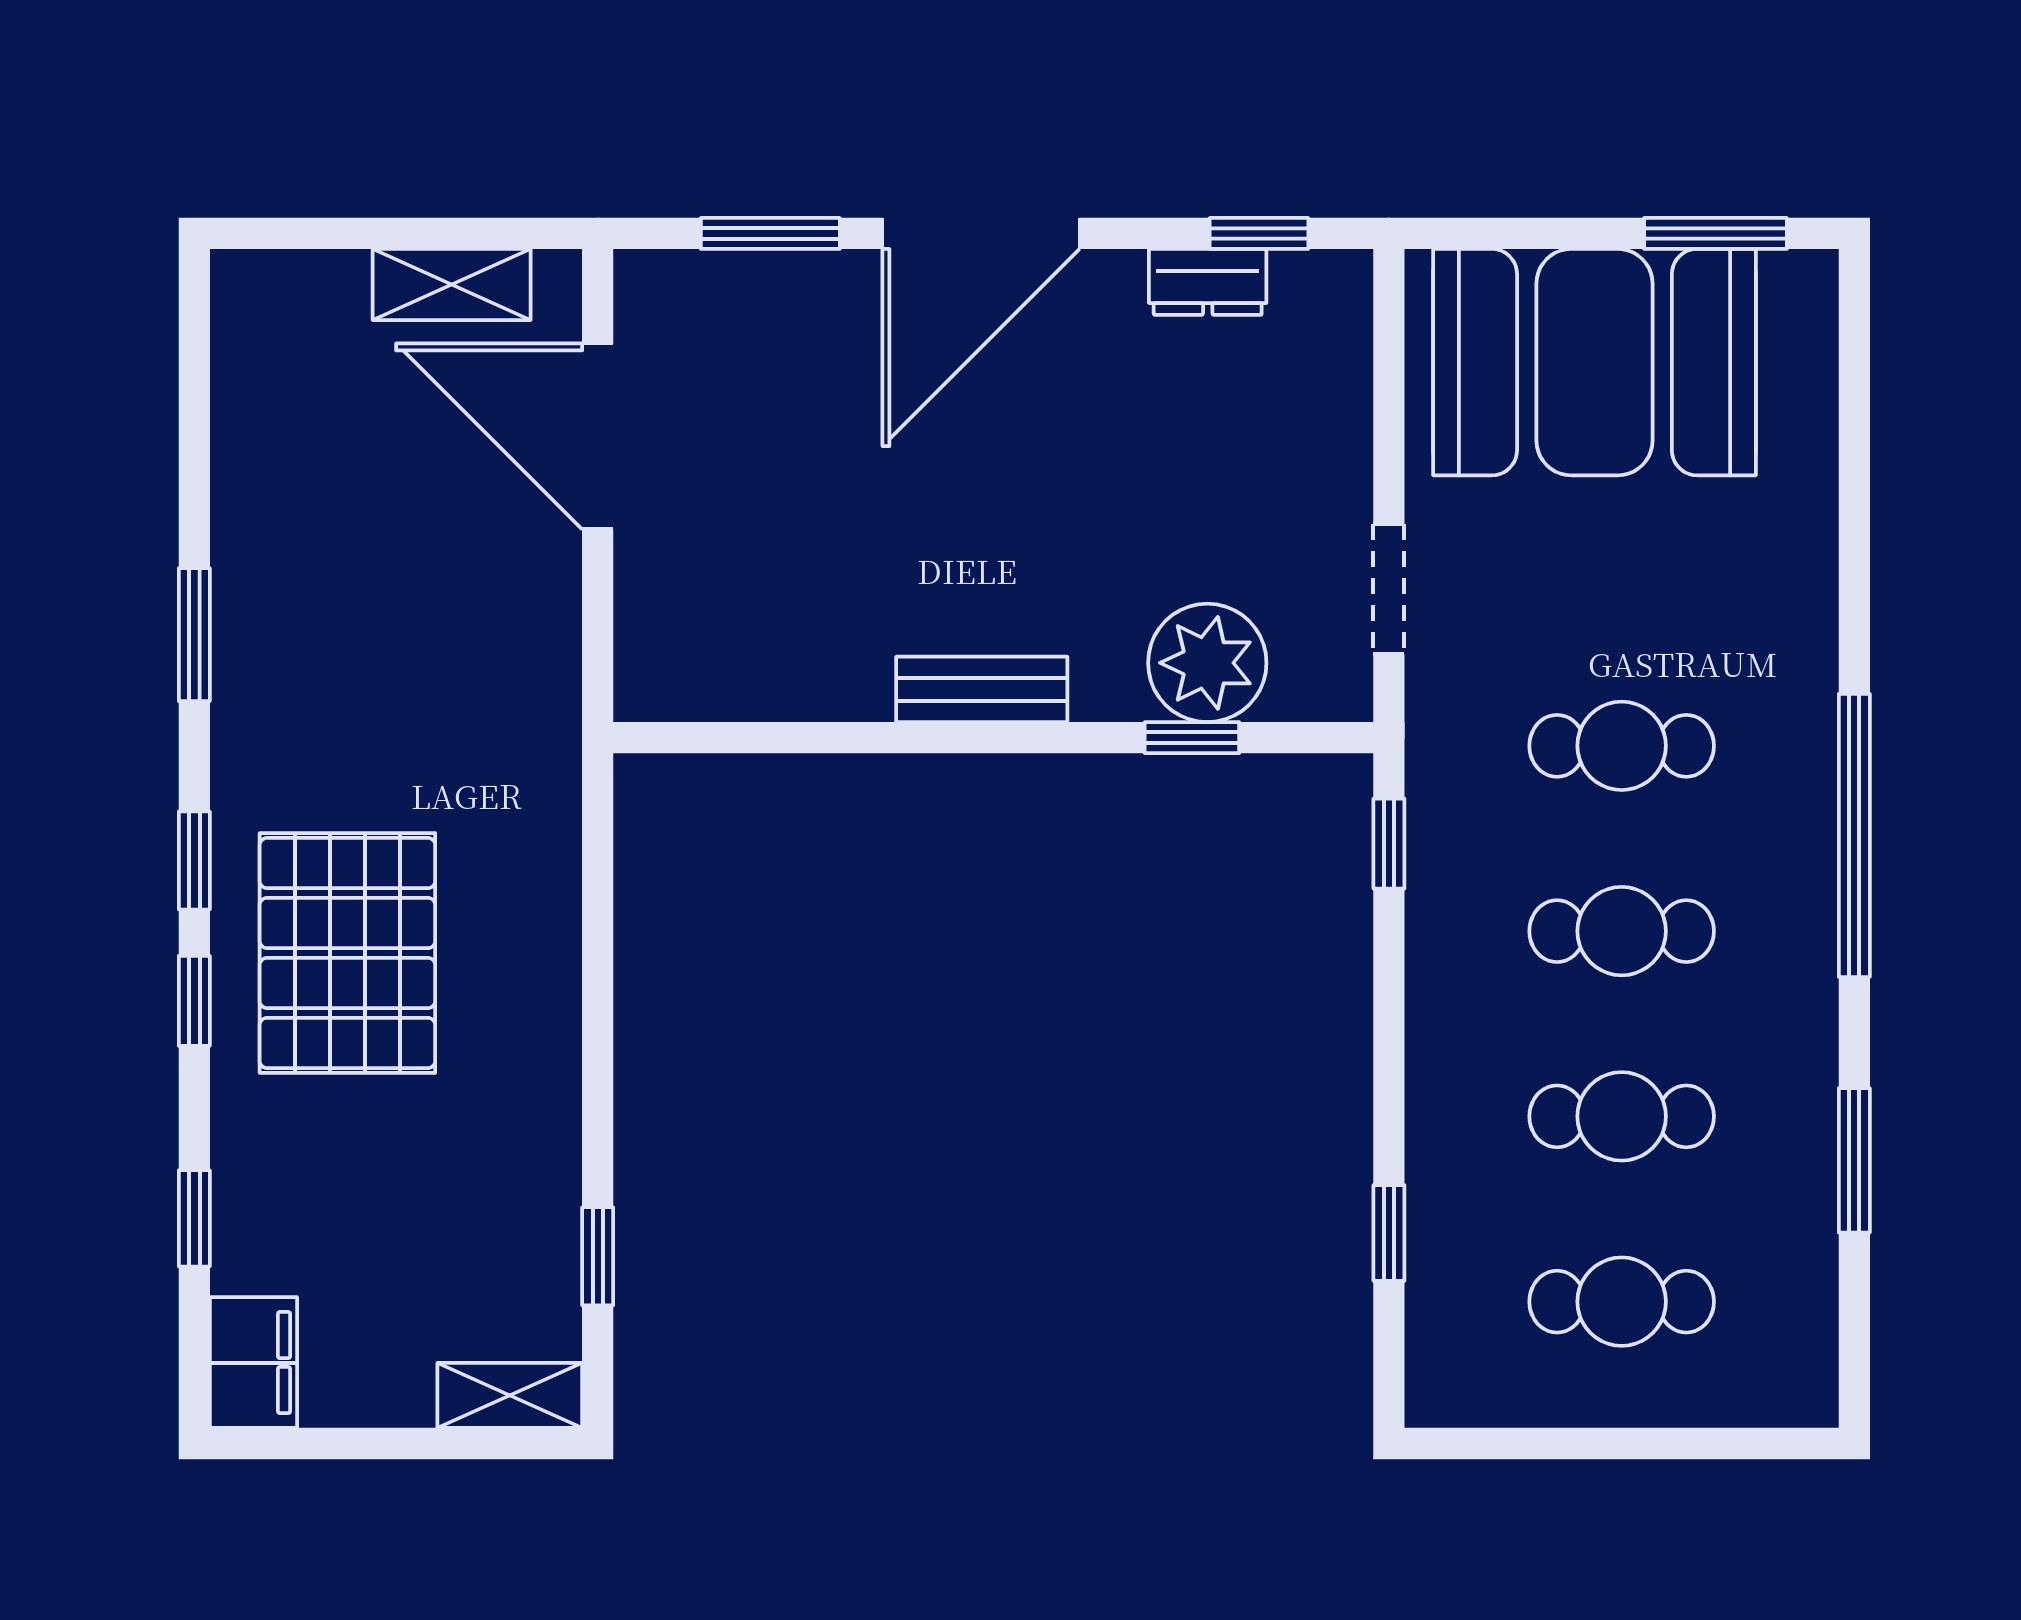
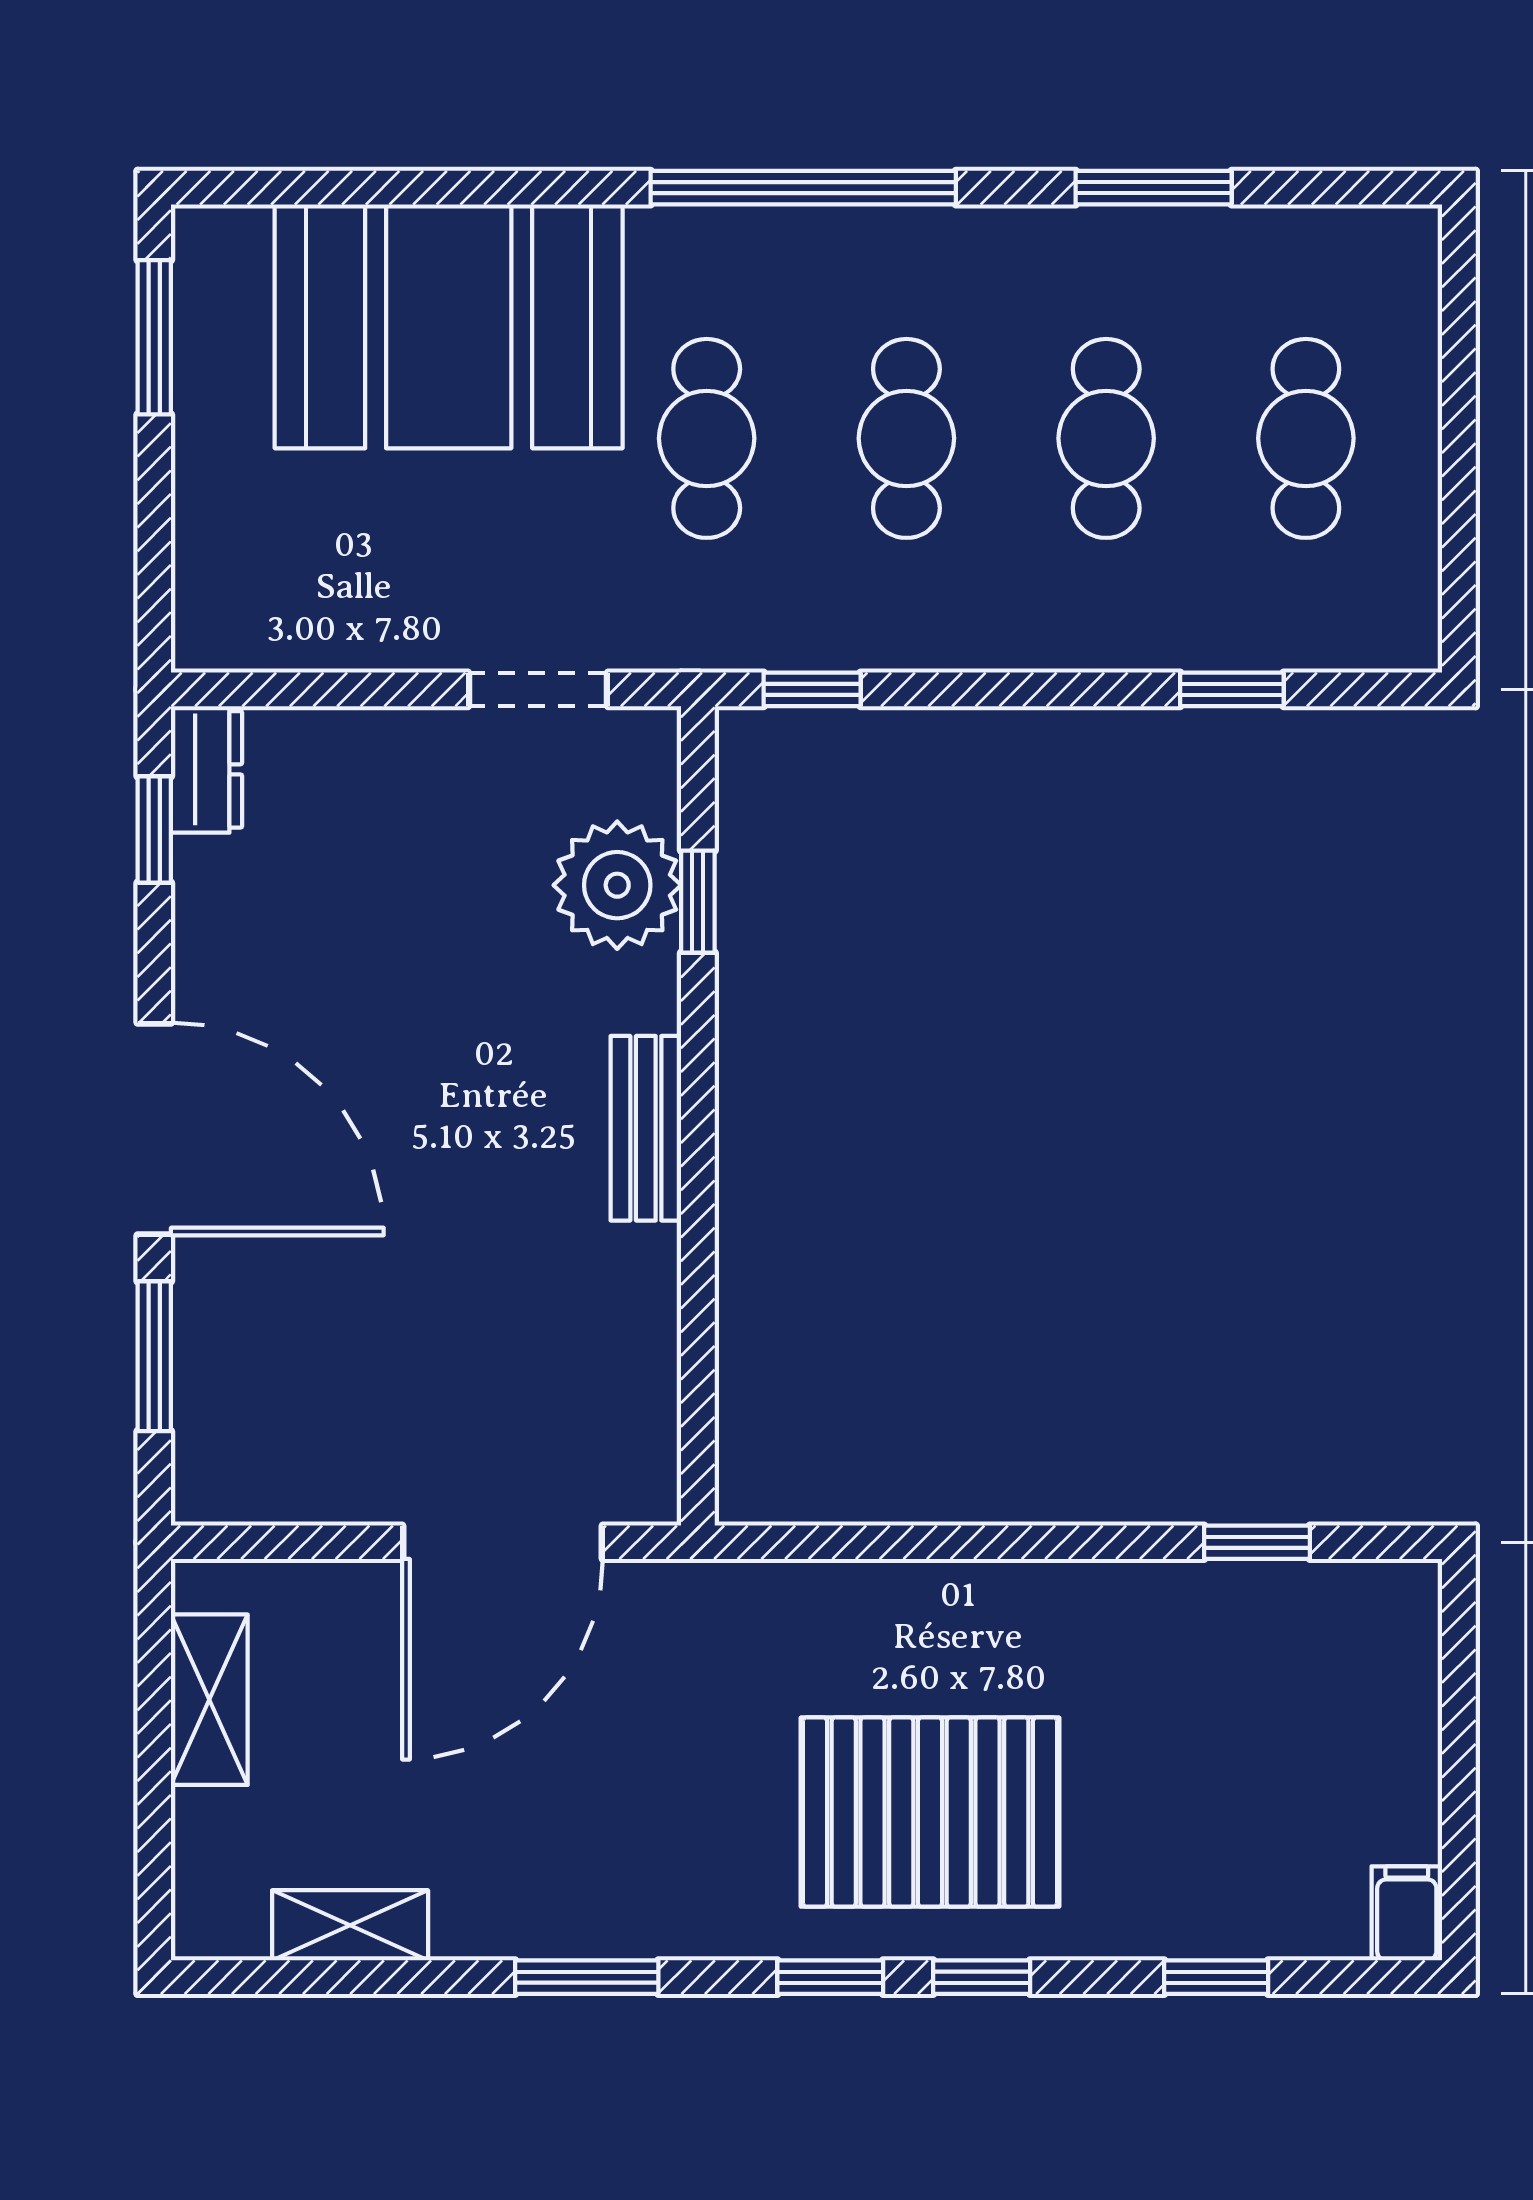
dresser: (1208, 282) -> (207, 769), moved
booth: (1594, 362) -> (449, 326), moved, turned 90
door: (598, 436) -> (503, 1542), moved
filing cabinet: (253, 1363) -> (1407, 1913), width x0.50
shelving: (510, 1395) -> (350, 1925), moved, turned 90

